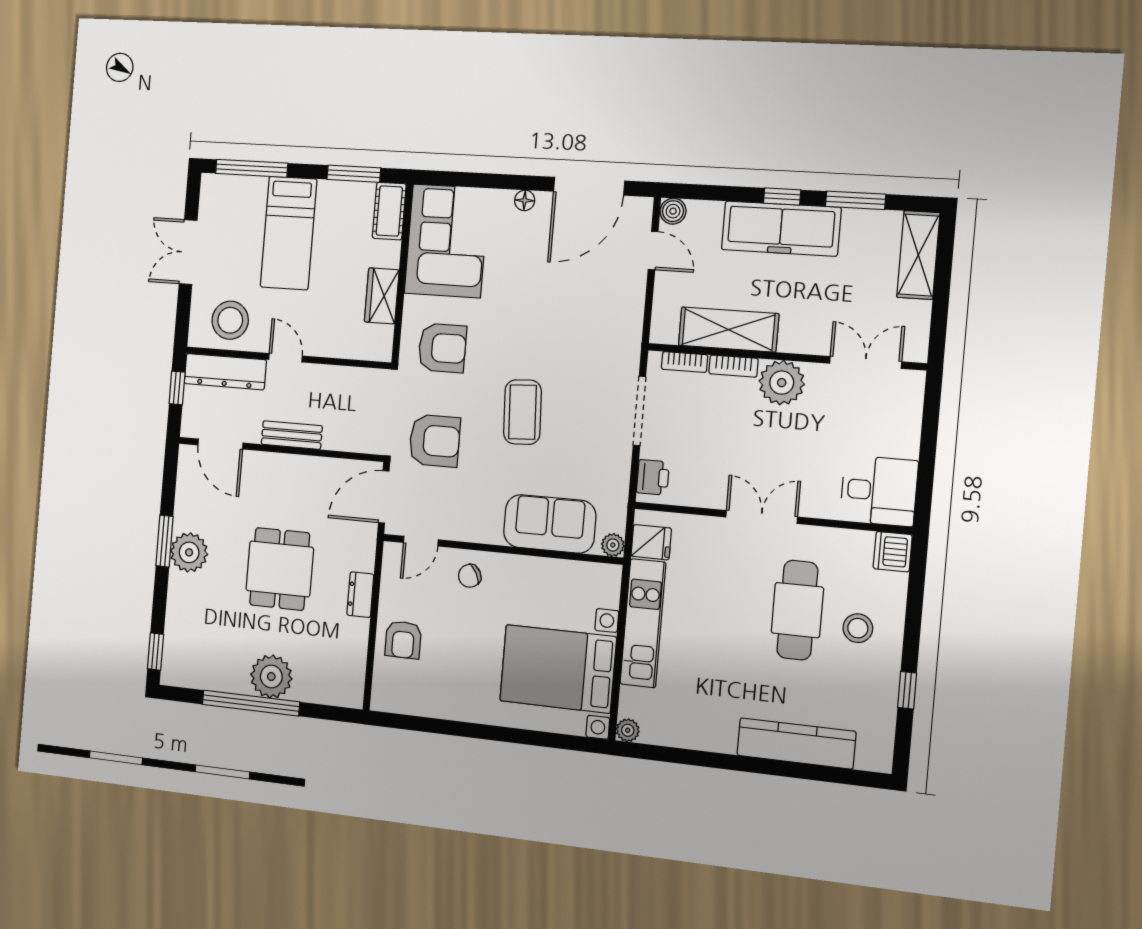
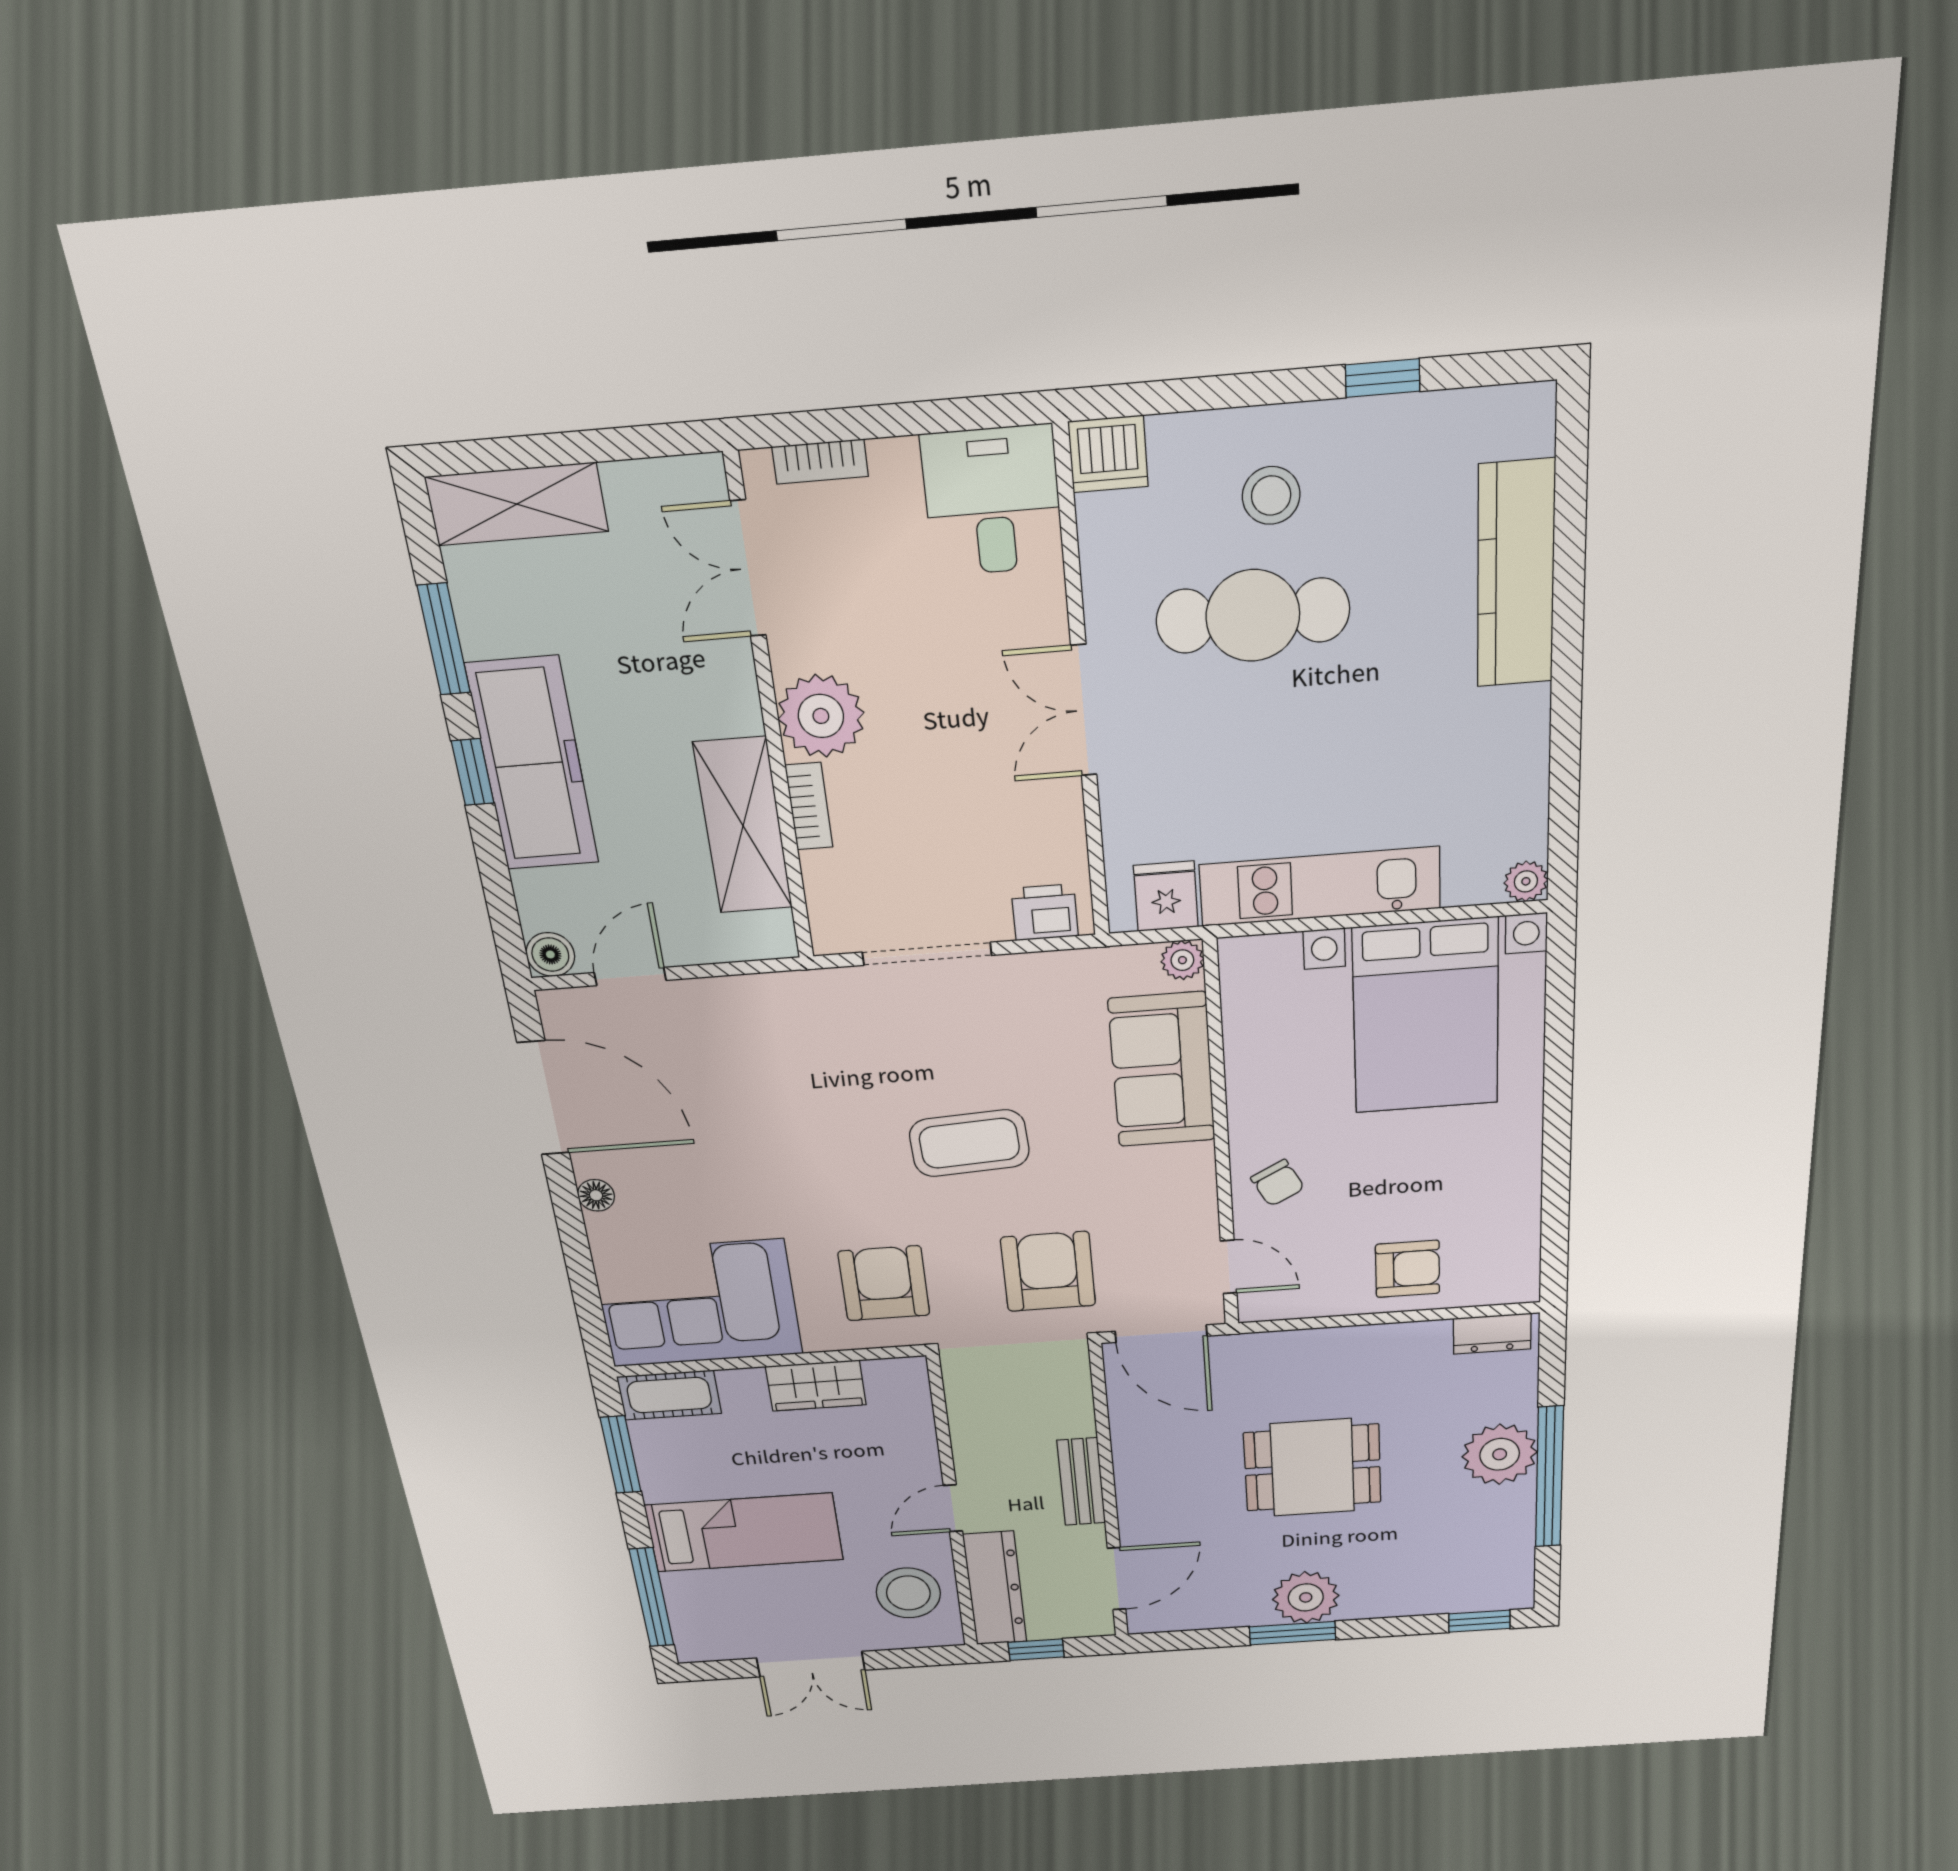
bookcase: (685, 362) -> (820, 462), moved, turned 90
dresser: (360, 595) -> (1492, 1334), moved

